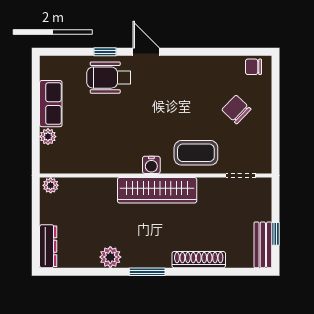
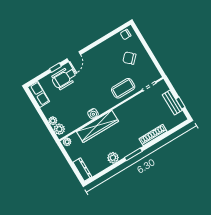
door: (146, 52) -> (74, 57), swing flipped
row of seats: (51, 104) -> (39, 94), moved
plant: (50, 157) -> (59, 129), added
water cooler: (151, 165) -> (93, 114), moved
wardrobe: (157, 190) -> (97, 126), moved
bench: (263, 245) -> (172, 102), moved

